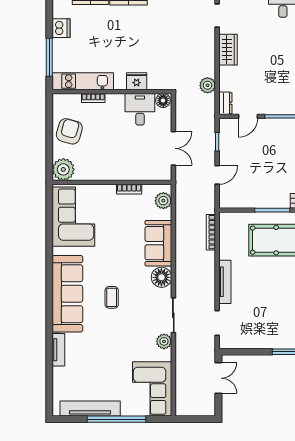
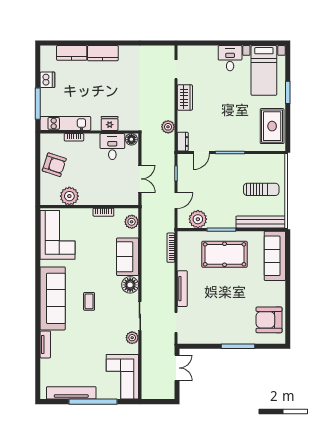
armchair: (69, 131) -> (54, 165), turned 92
plant: (63, 169) -> (69, 196), moved
plant: (244, 197) -> (198, 219), added

